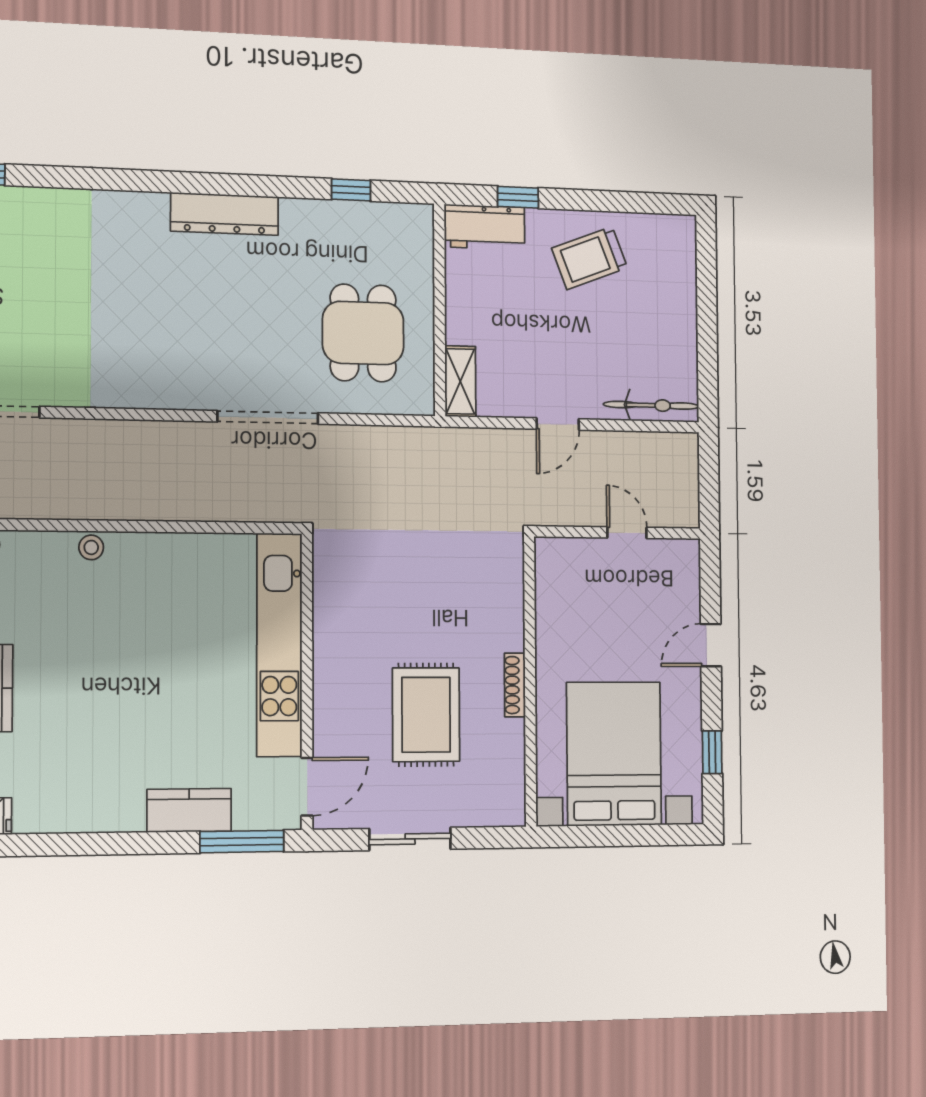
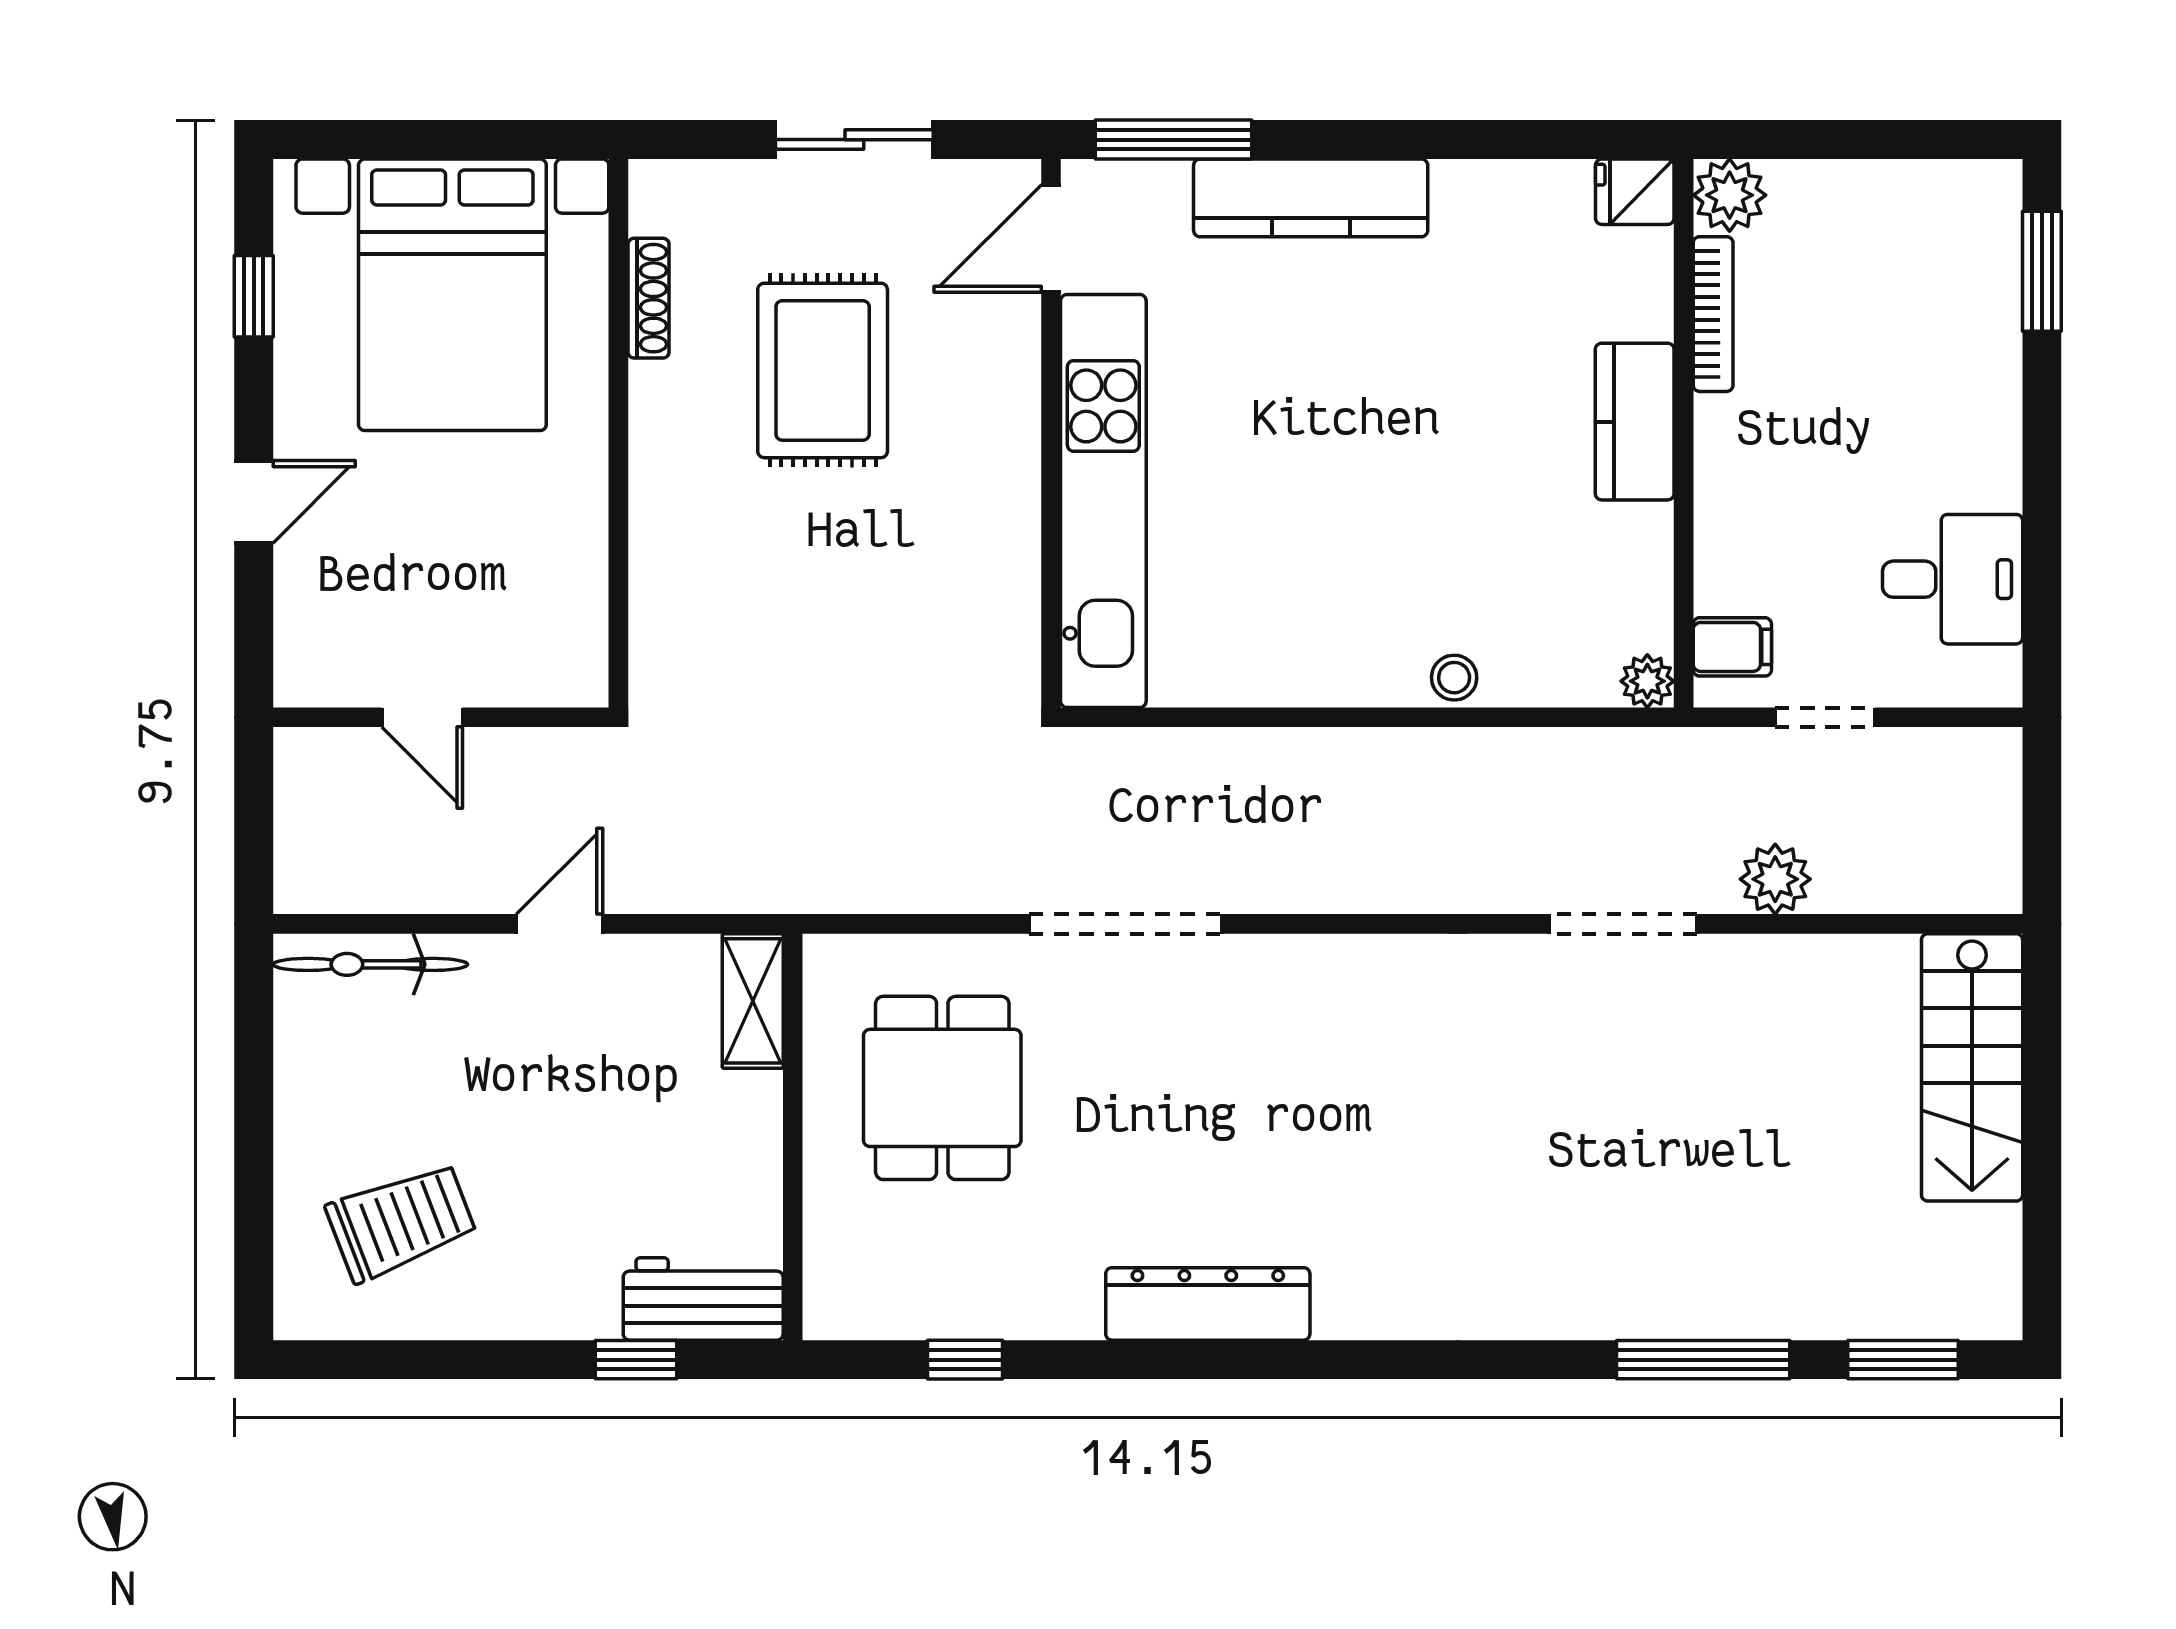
trolley: (590, 258) -> (401, 1222), moved
shoe rack: (515, 685) -> (649, 298), moved
kitchen counter: (189, 810) -> (1311, 198), width x1.50

